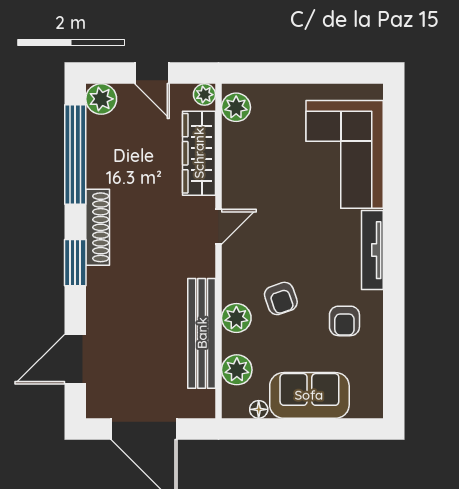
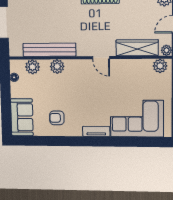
tv unit: (372, 250) -> (96, 131), width x0.71
armchair: (281, 298) -> (67, 88), removed
sofa: (309, 395) -> (22, 117), moved

